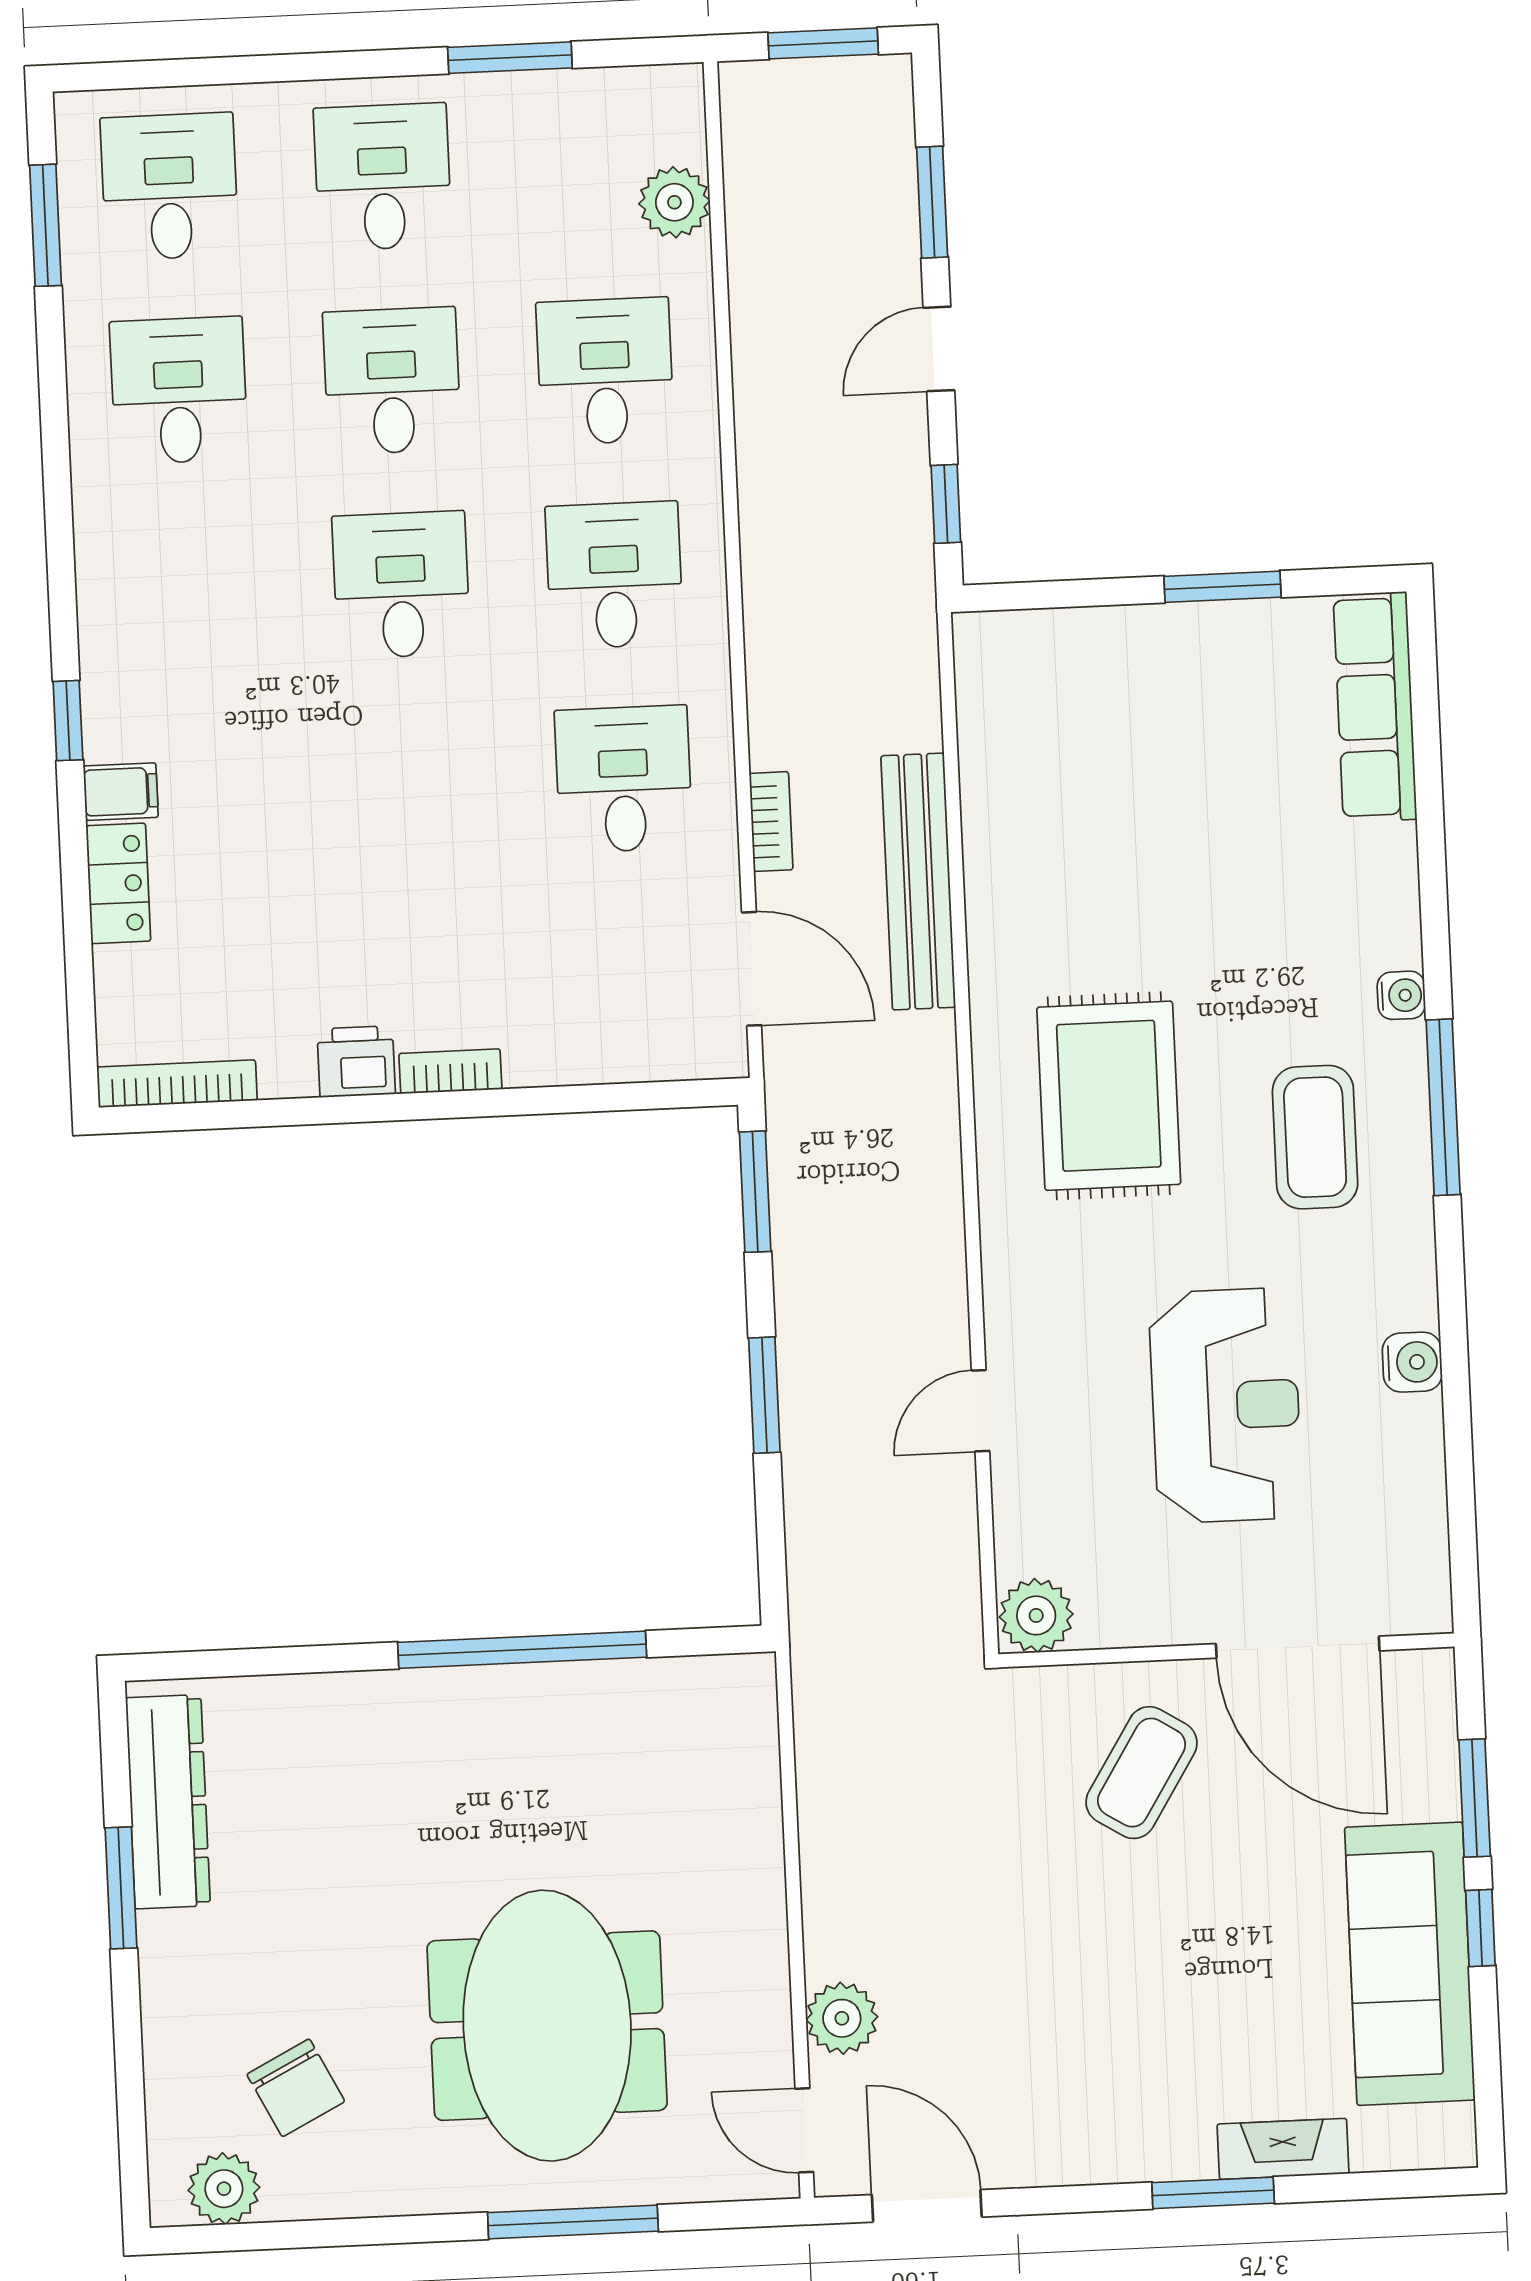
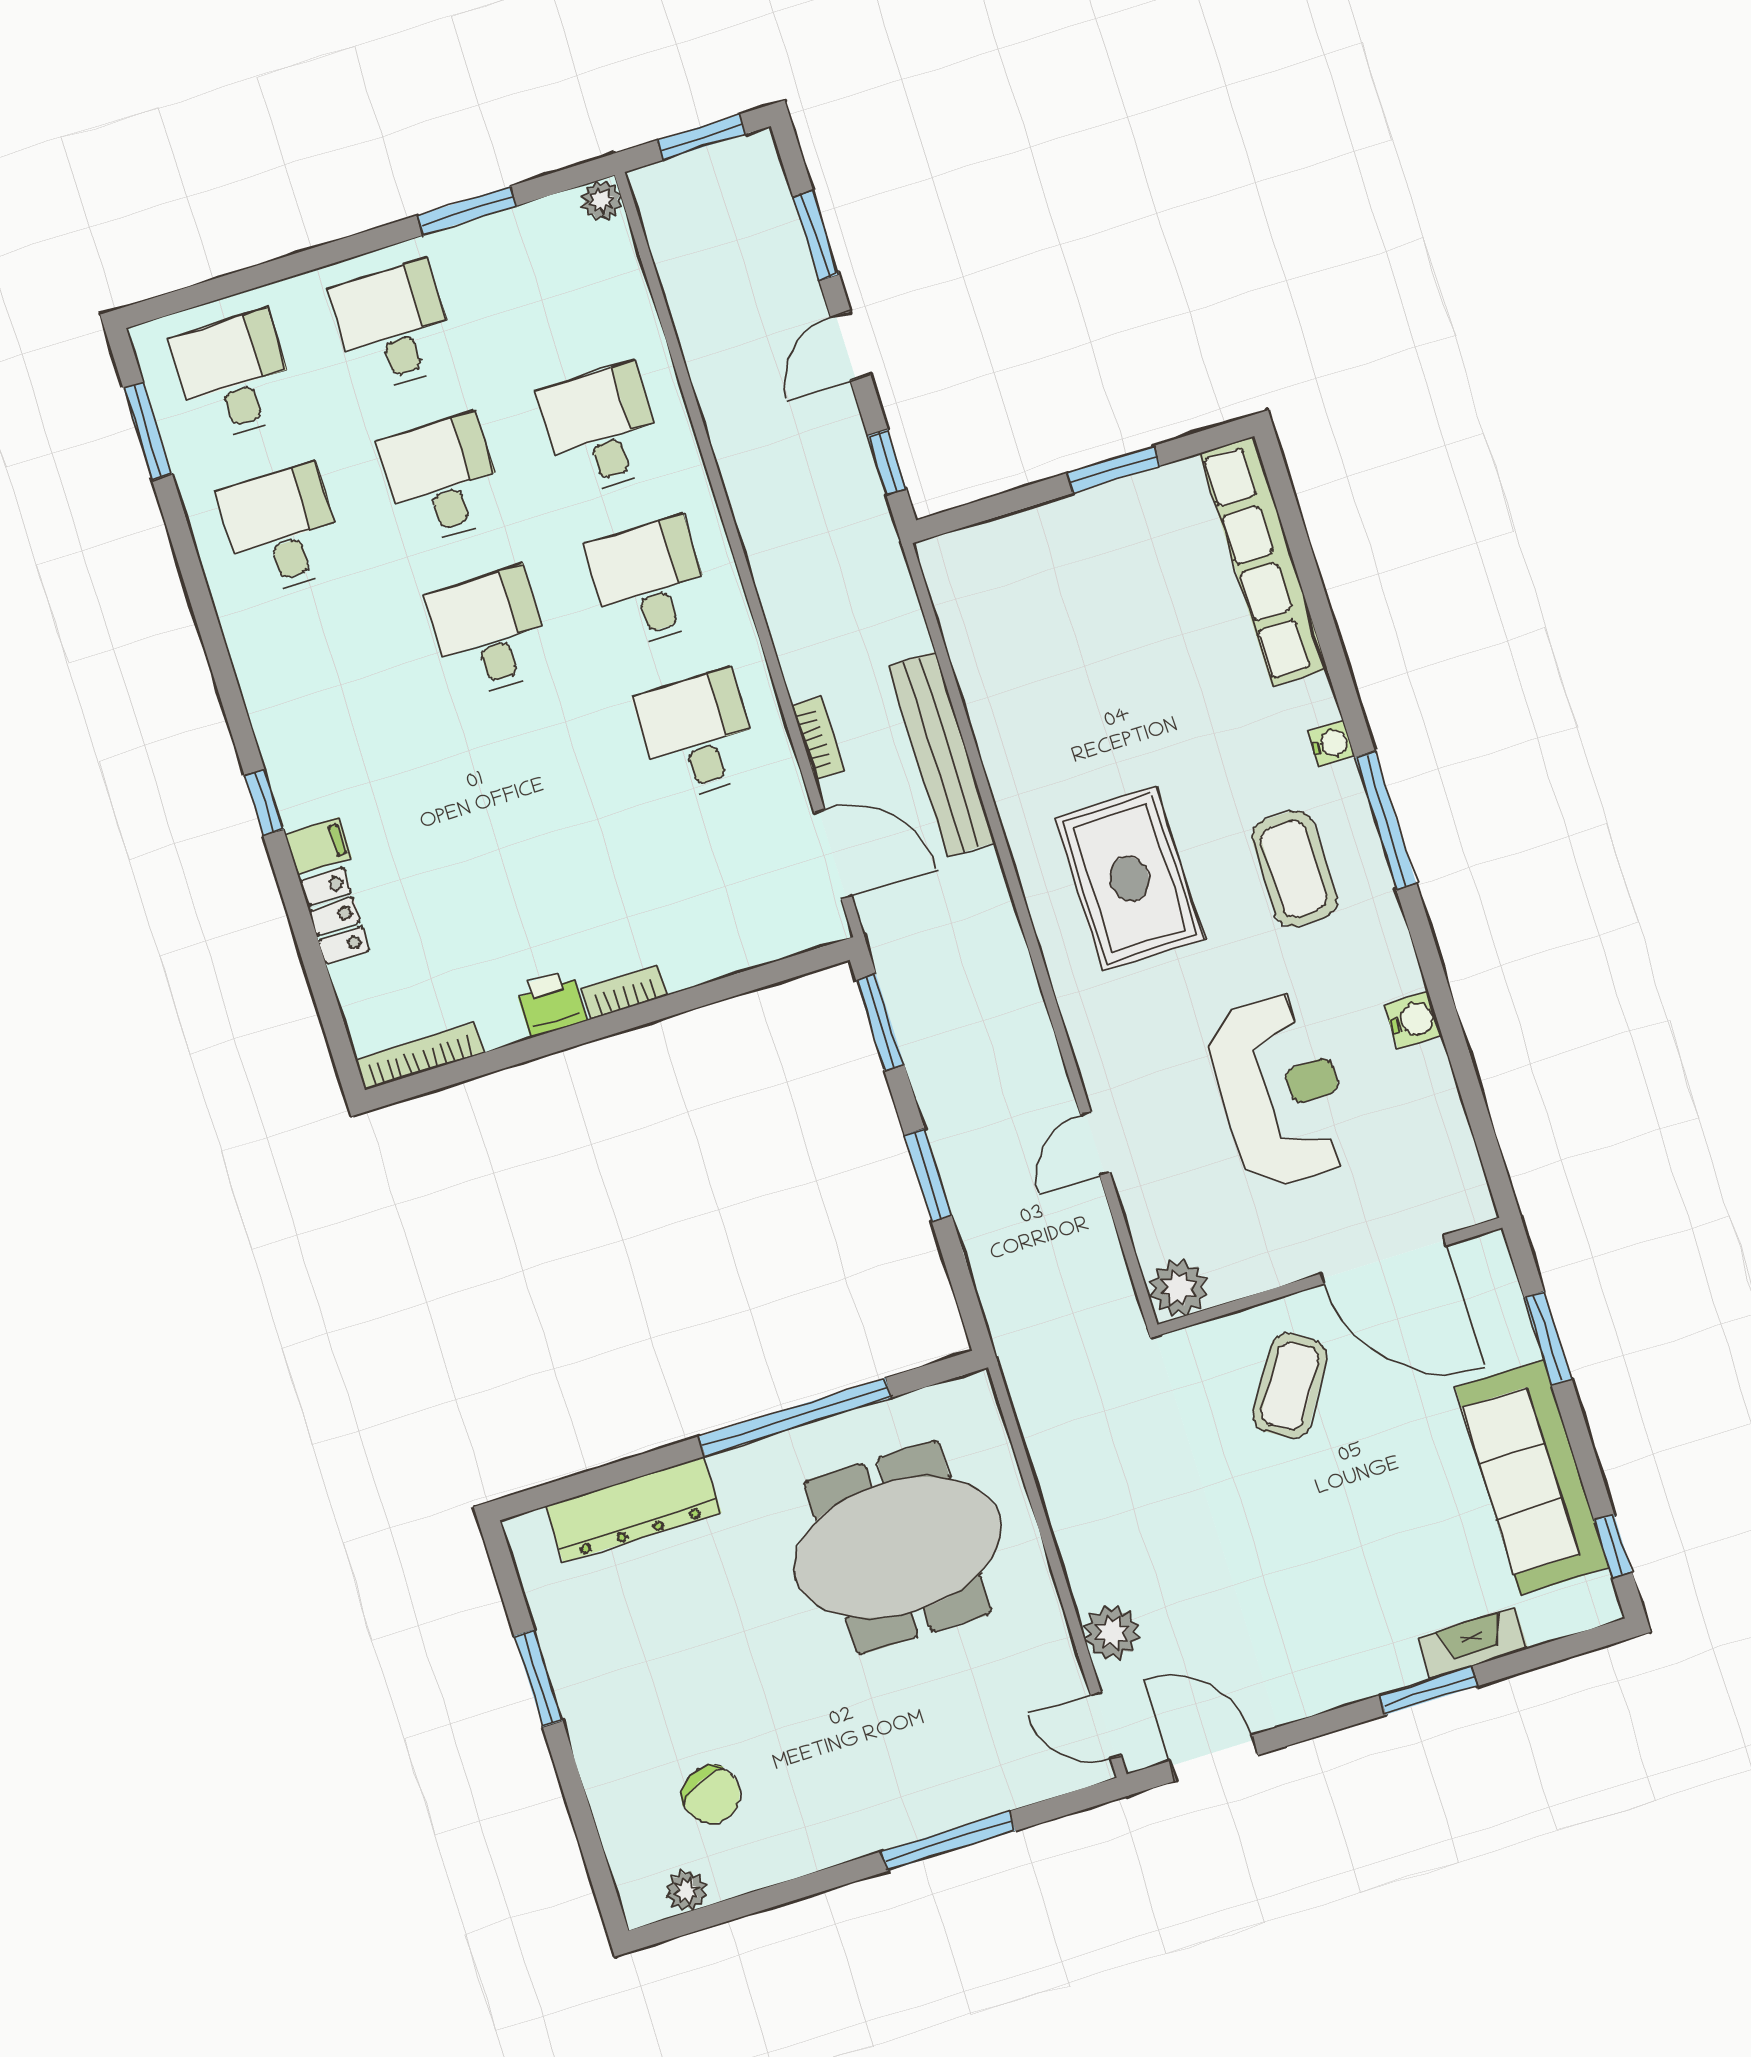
plant: (674, 202) -> (601, 201), moved, width x0.73, depth x0.73
row of seats: (1375, 707) -> (1263, 561), width x1.36
dresser: (168, 1802) -> (634, 1509), moved, turned 90
window: (1480, 1928) -> (1613, 1546), moved
meeting table: (547, 2026) -> (898, 1547), moved, turned 90
plant: (224, 2189) -> (686, 1891), width x0.73, depth x0.73

